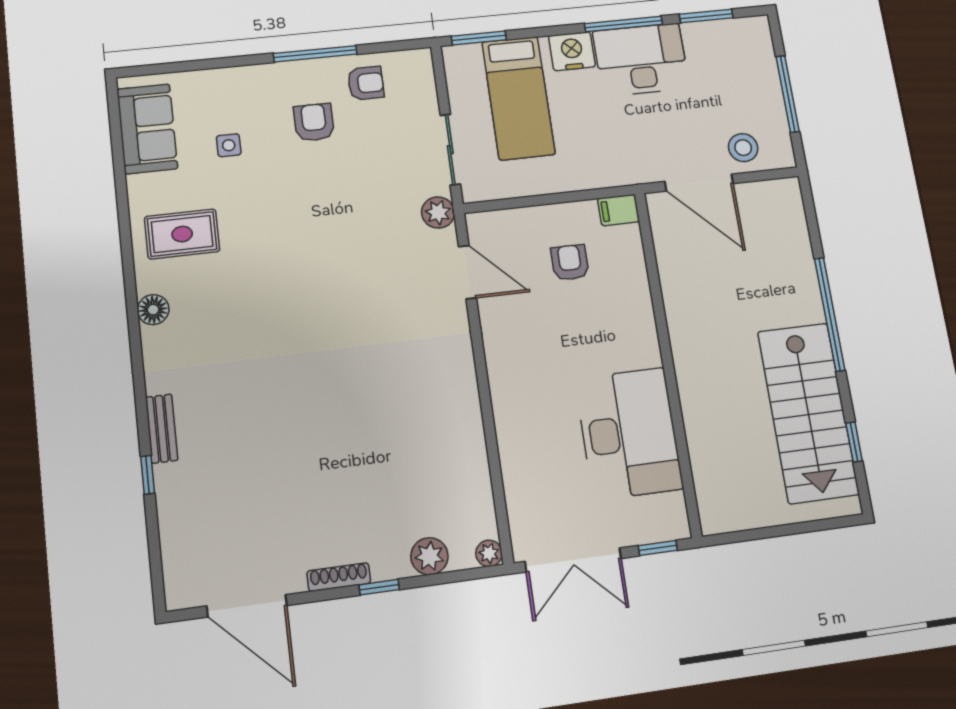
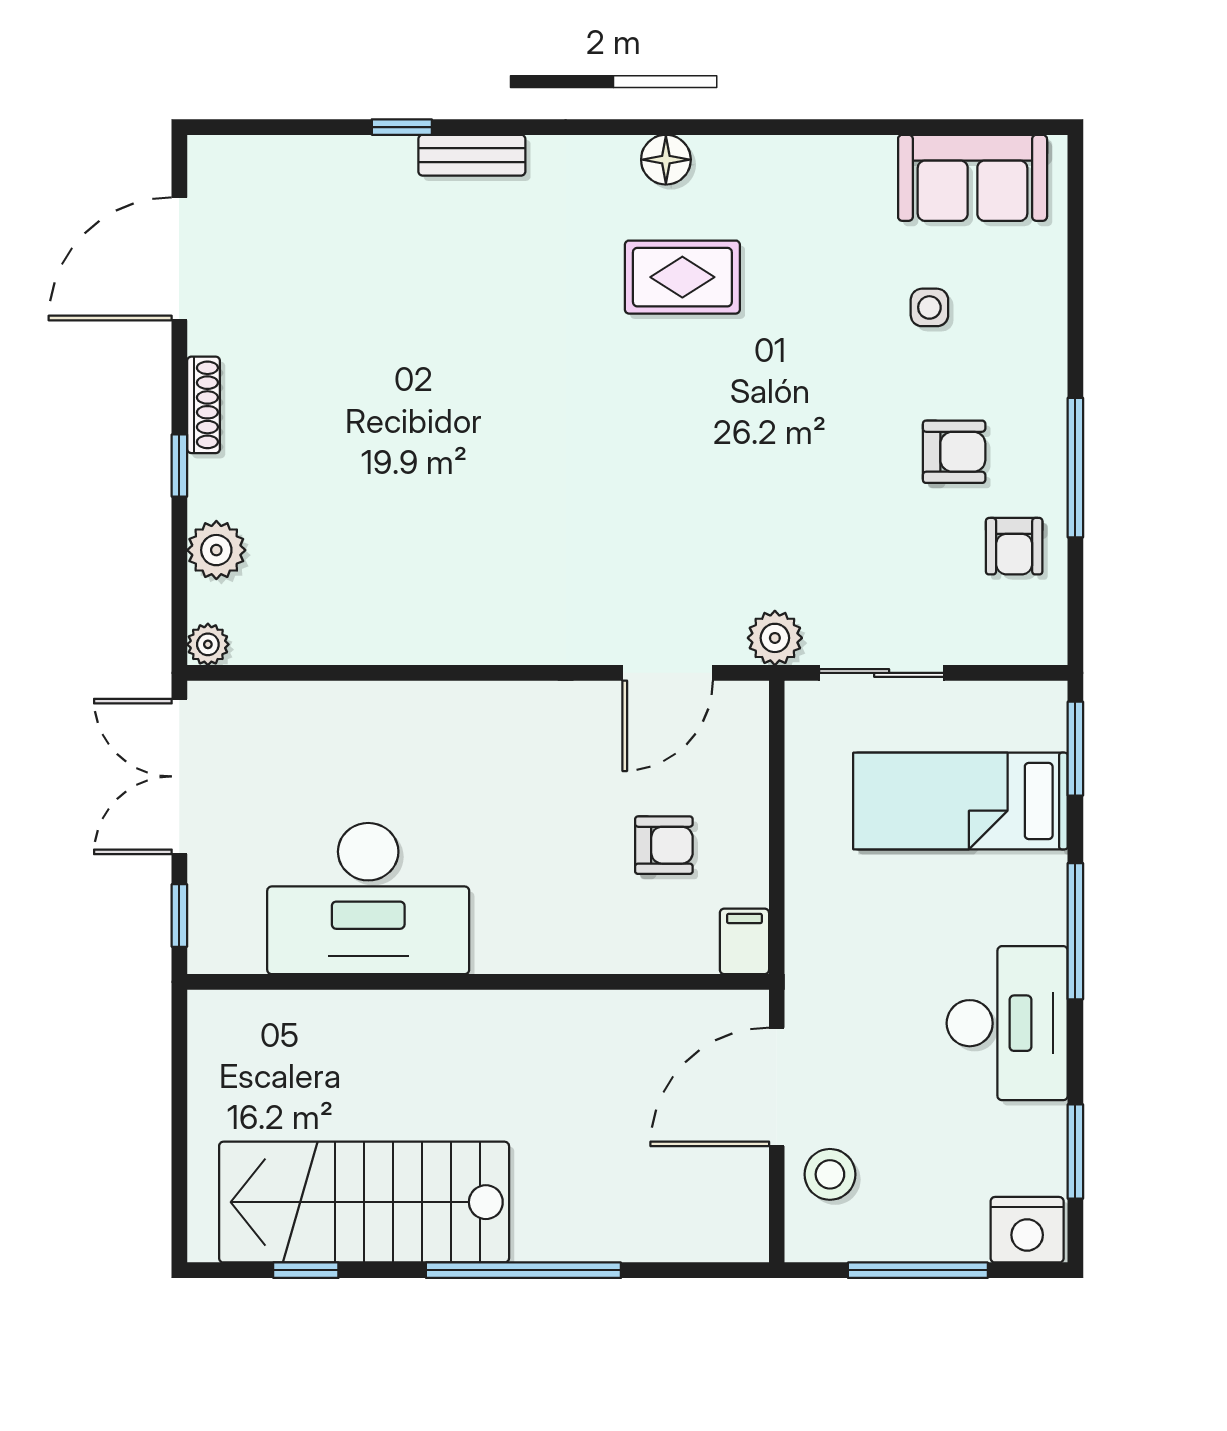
window: (624, 24) -> (1075, 931), moved
nightstand: (572, 51) -> (1027, 1230), moved, turned 90
rug: (182, 234) -> (682, 277), moved, turned 90

